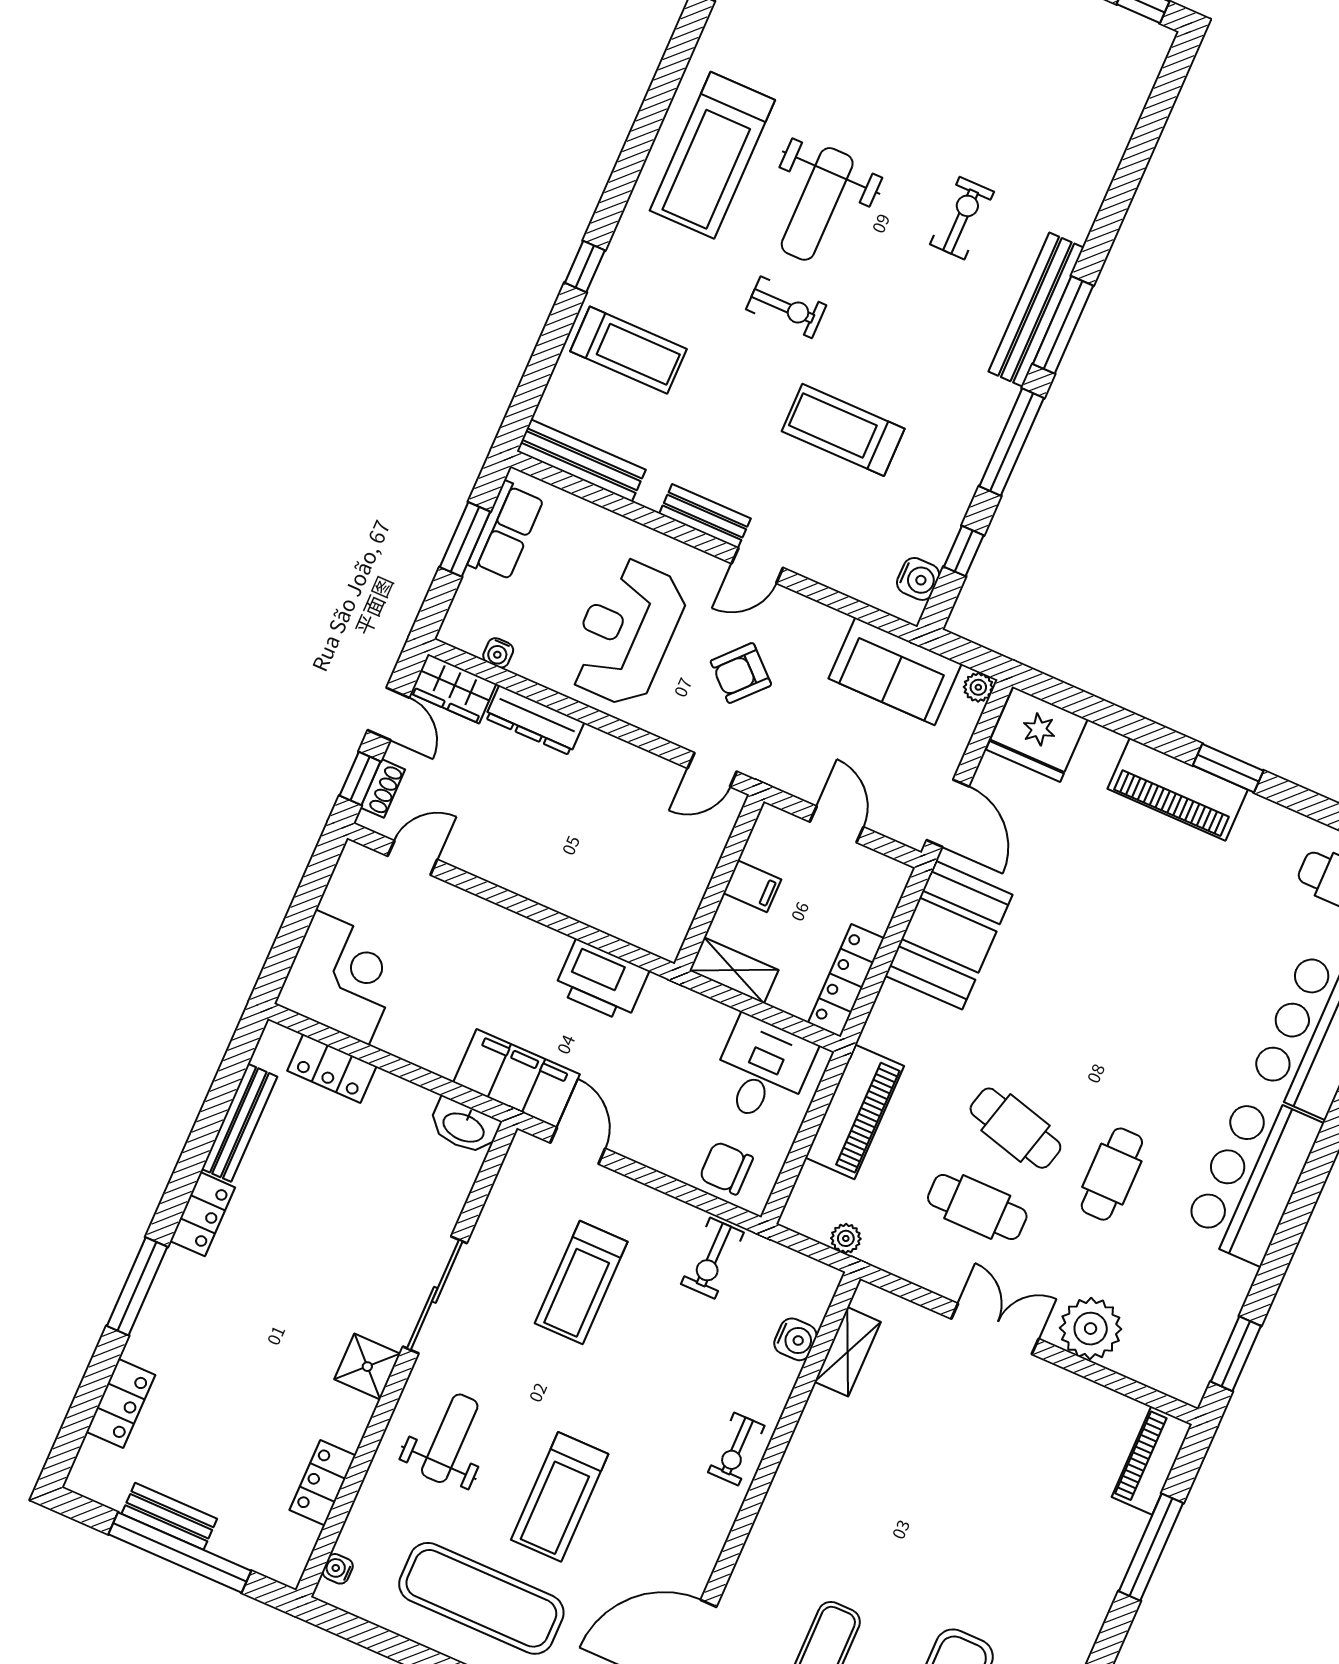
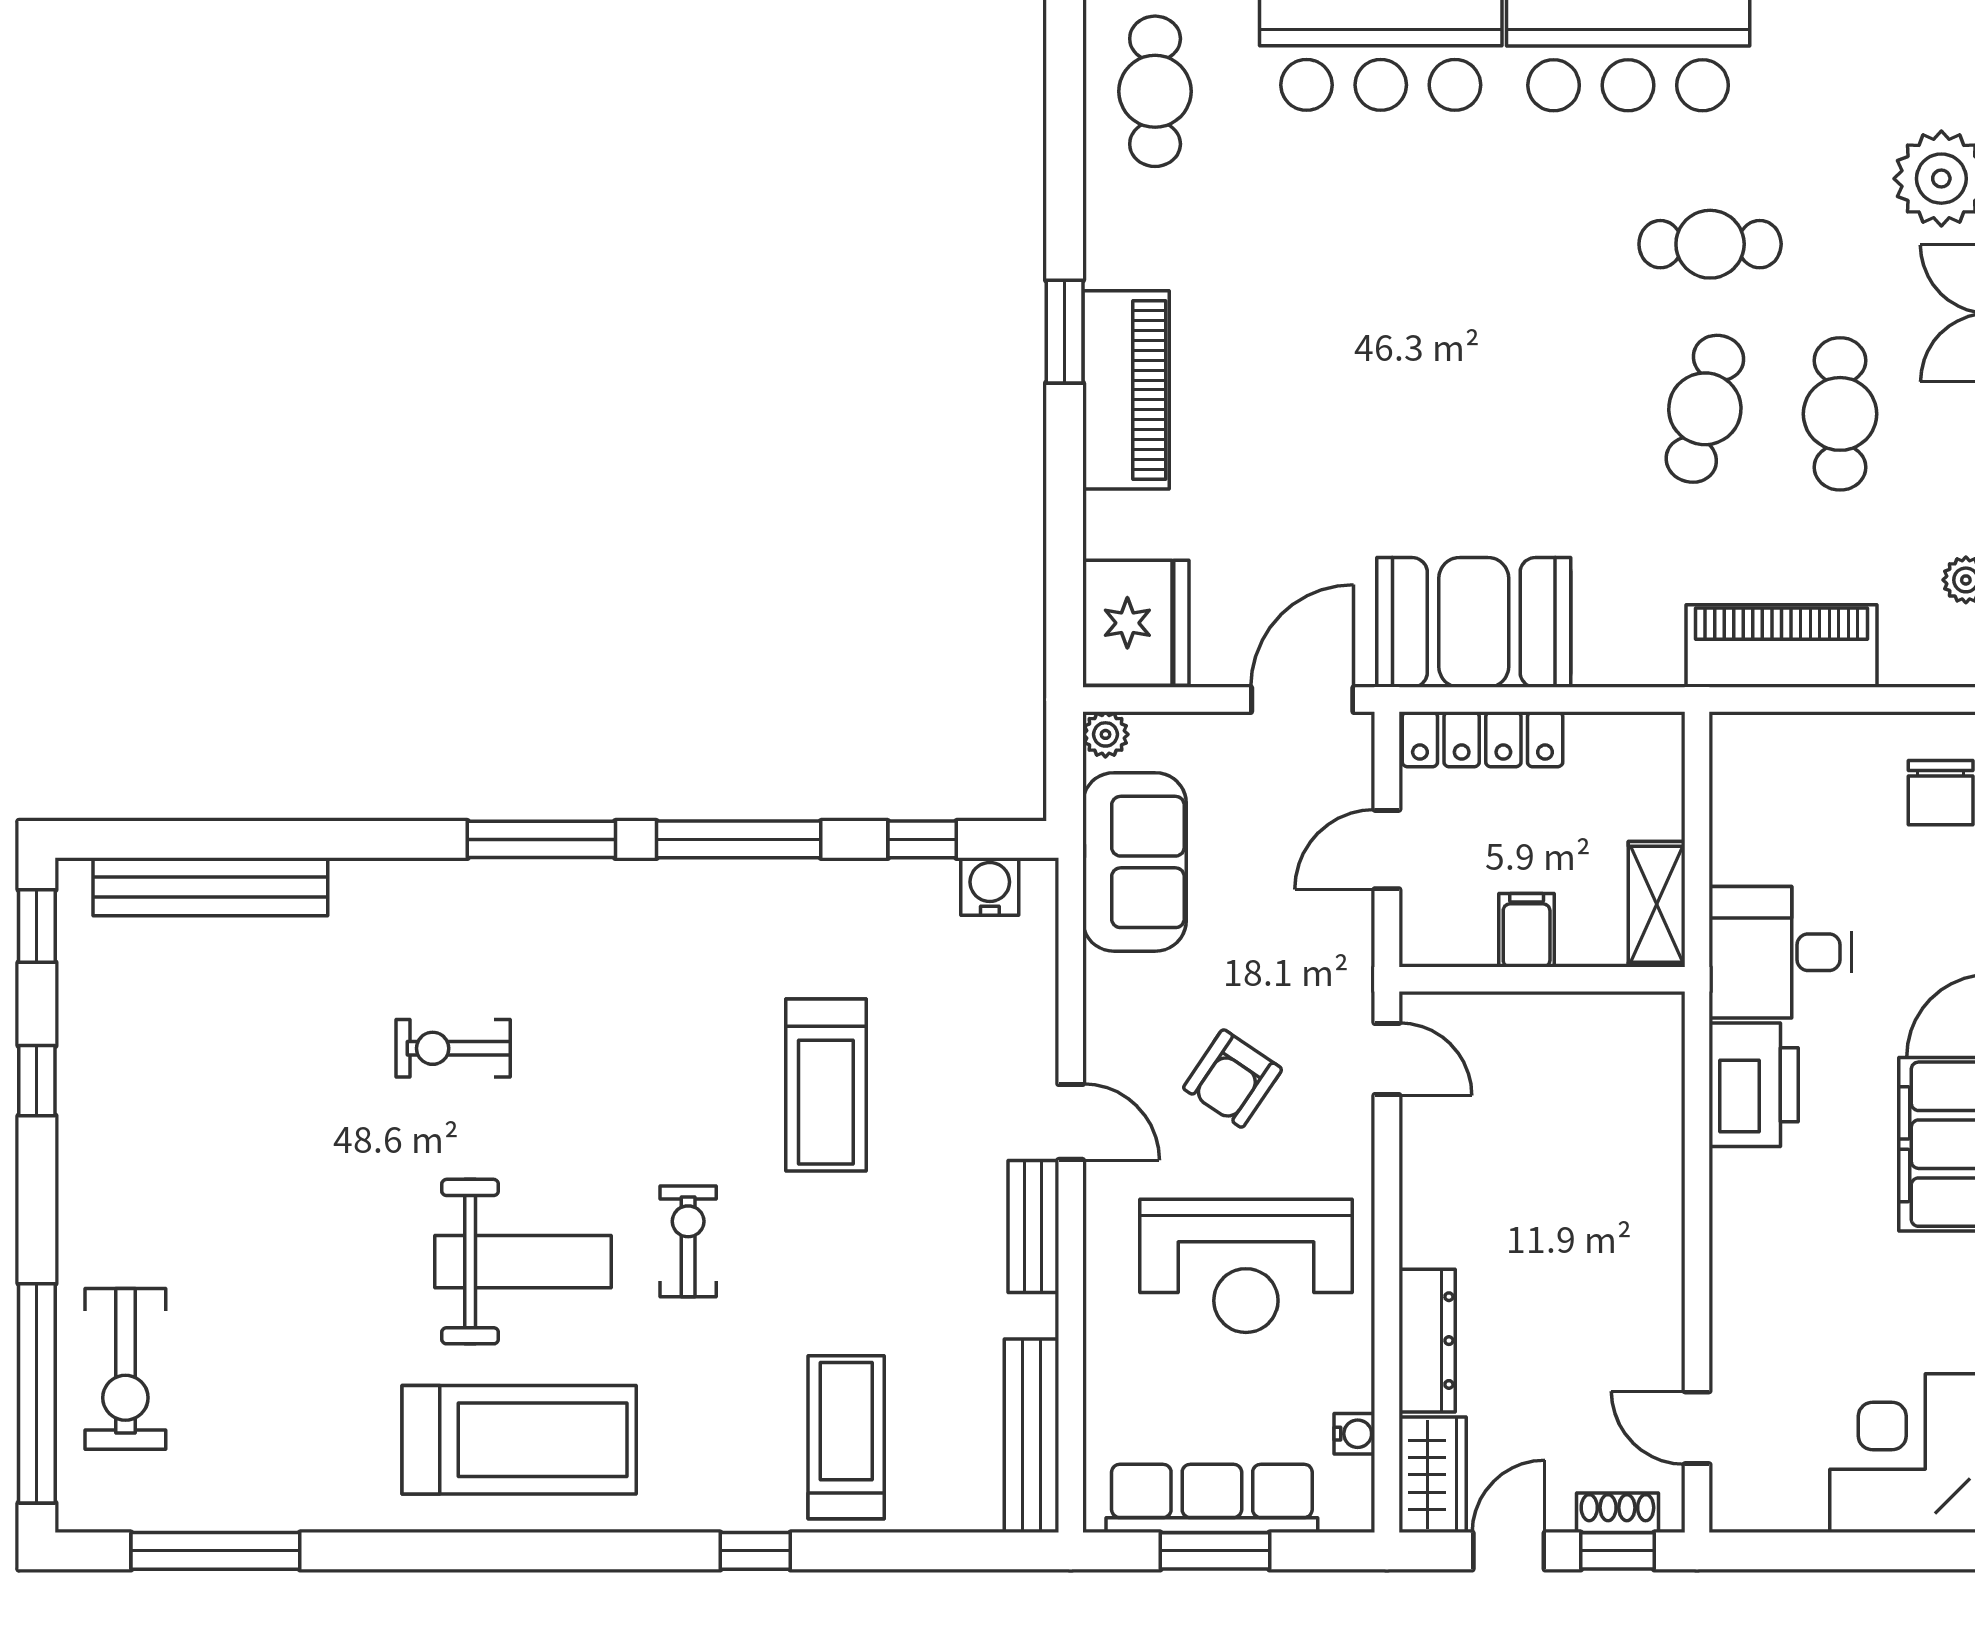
bench: (1036, 310) -> (210, 887), moved
row of seats: (506, 531) -> (1212, 1498), width x1.48
armchair: (741, 673) -> (1233, 1079), turned 81
locker: (846, 981) -> (1482, 739), moved
desk: (762, 1070) -> (1780, 952), moved

